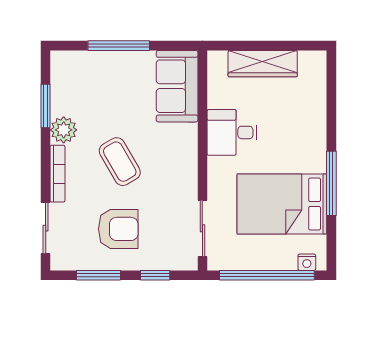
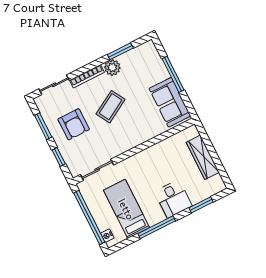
sofa: (177, 86) -> (170, 102), moved, turned -90
window: (331, 101) -> (201, 205), added
desk: (232, 132) -> (173, 199), moved, turned 180
bed: (282, 204) -> (126, 209), width x0.67

